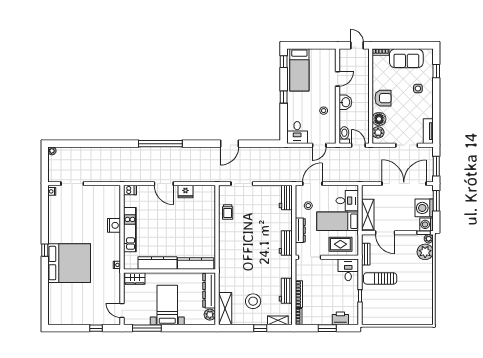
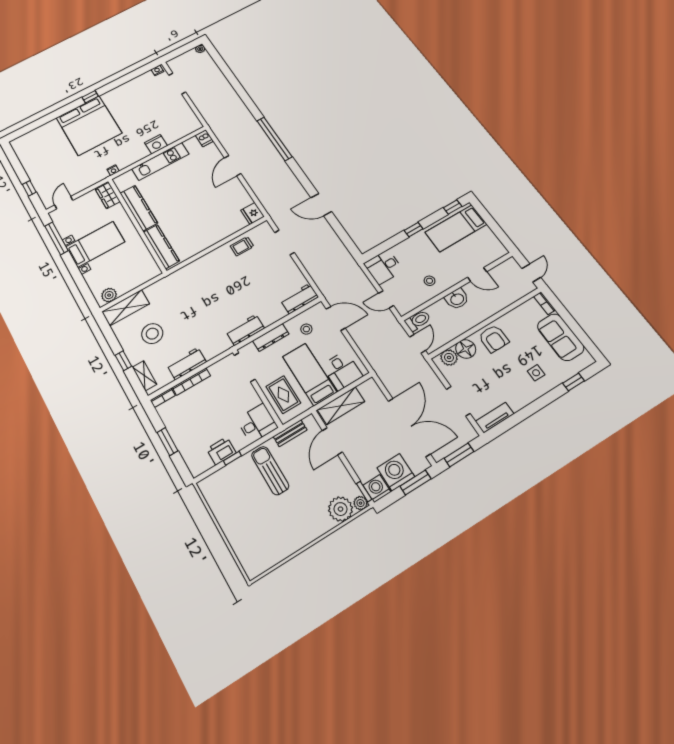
fridge: (185, 191) -> (253, 213), moved
dresser: (209, 290) -> (138, 278), removed
printer: (340, 318) -> (221, 451), moved, turned -90

